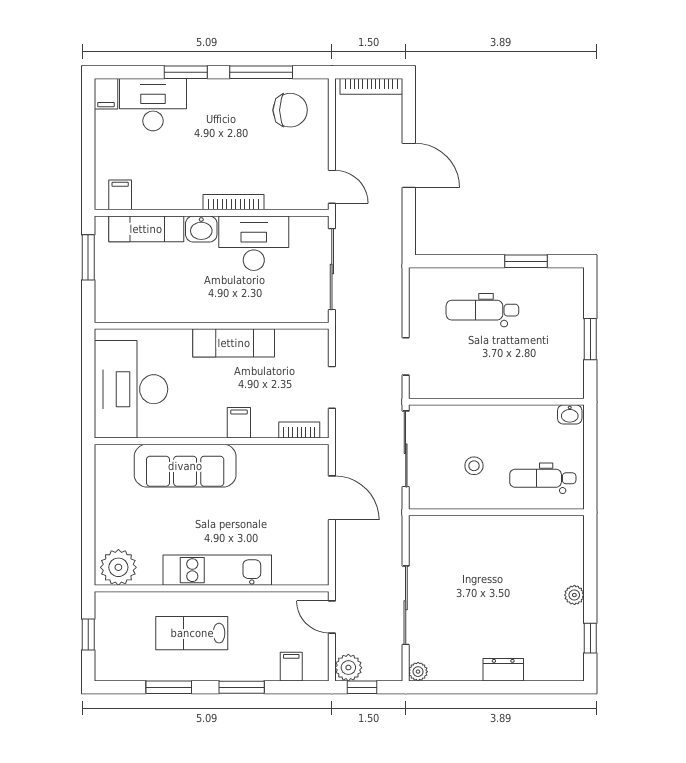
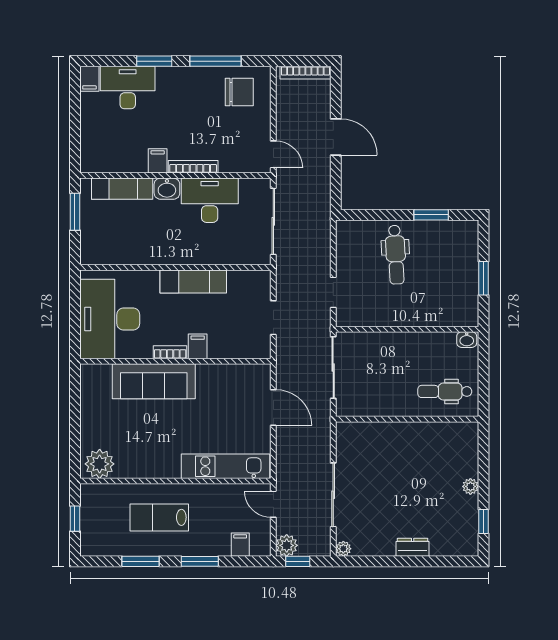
filing cabinet: (120, 195) -> (158, 161), moved
dental chair: (482, 310) -> (396, 255), turned -93
bookcase: (299, 430) -> (170, 352), moved
stool: (474, 466) -> (389, 381), removed
kitchen unit: (217, 570) -> (226, 466), moved

